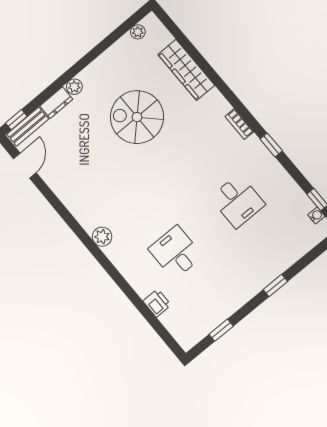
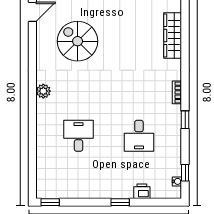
spiral stairs: (137, 117) -> (78, 41), moved
printer: (157, 303) -> (142, 191), moved, turned -90
window: (221, 330) -> (50, 202), moved

